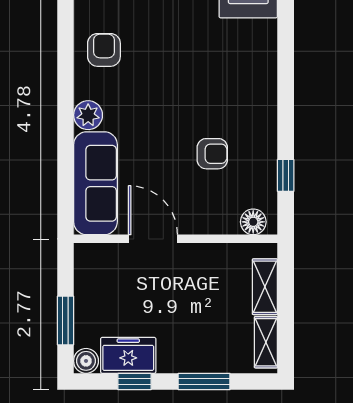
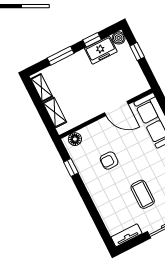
coffee table: (183, 64) -> (143, 194), added
window: (65, 321) -> (137, 51), width x0.67

